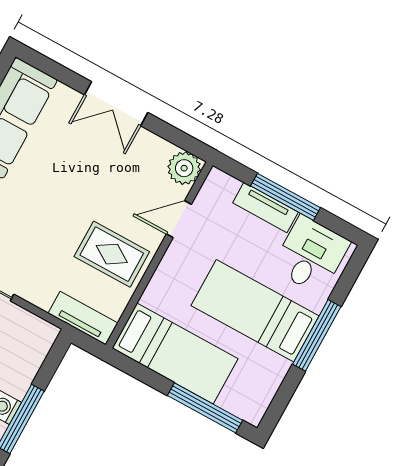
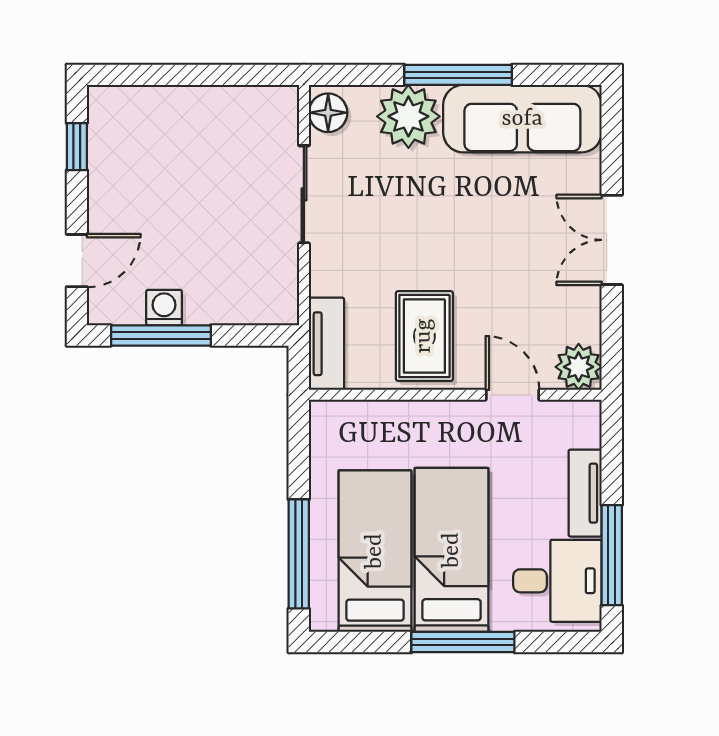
window: (286, 197) -> (612, 555), moved
bed: (175, 353) -> (375, 551), moved, turned 180

